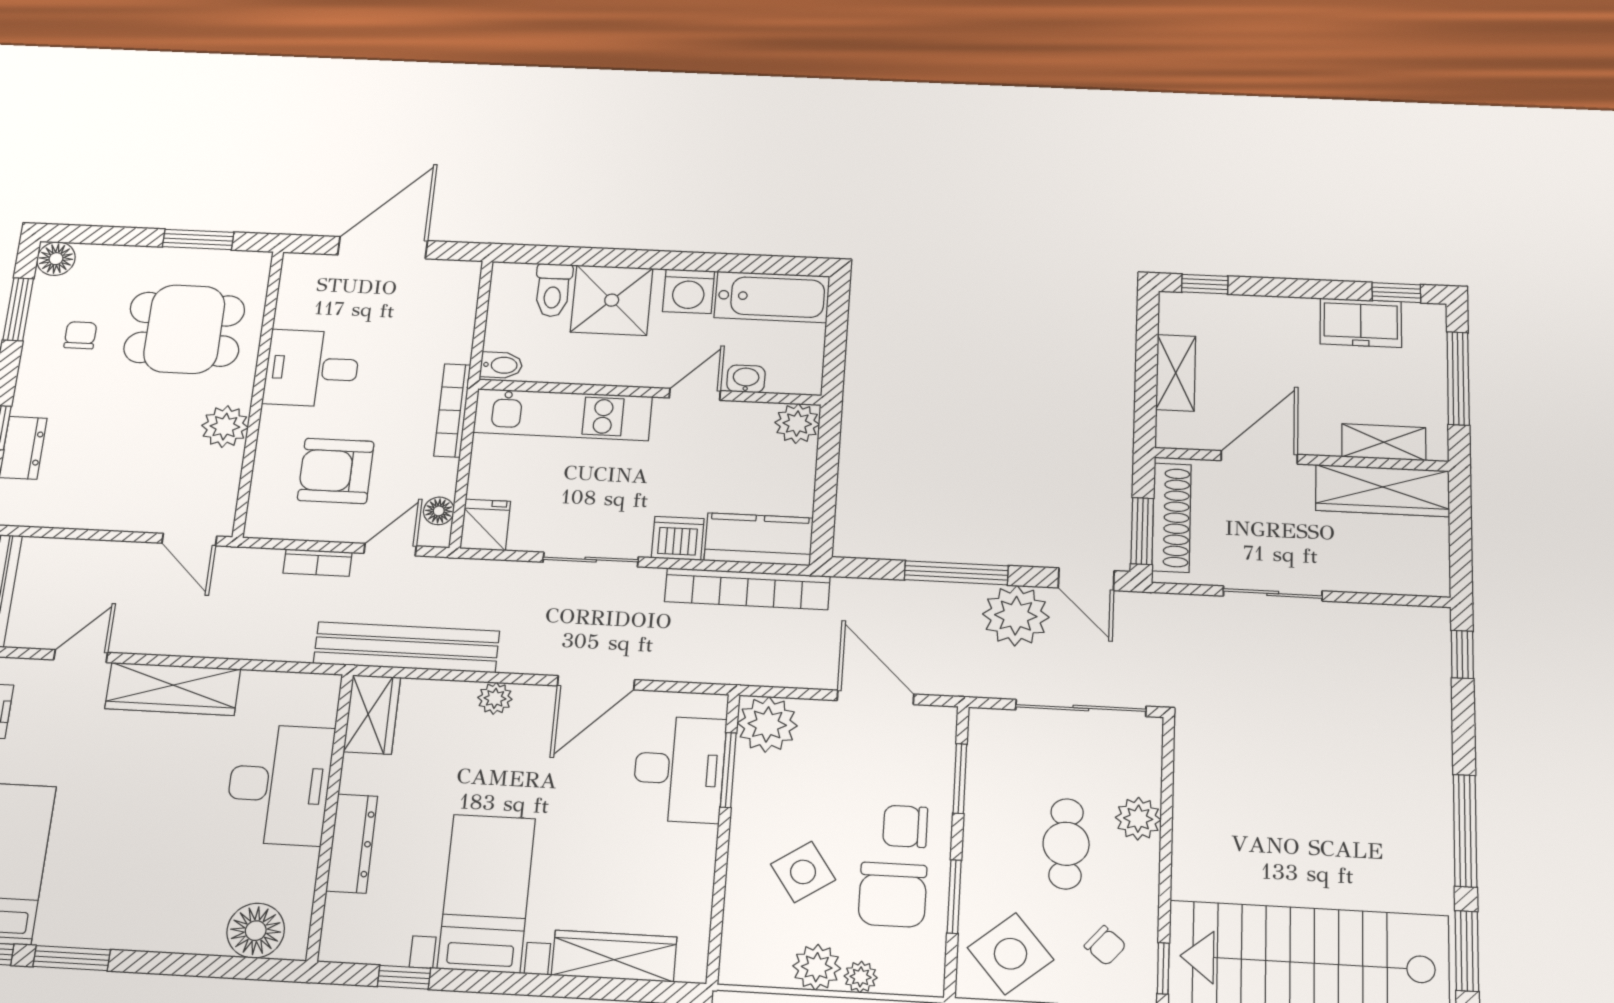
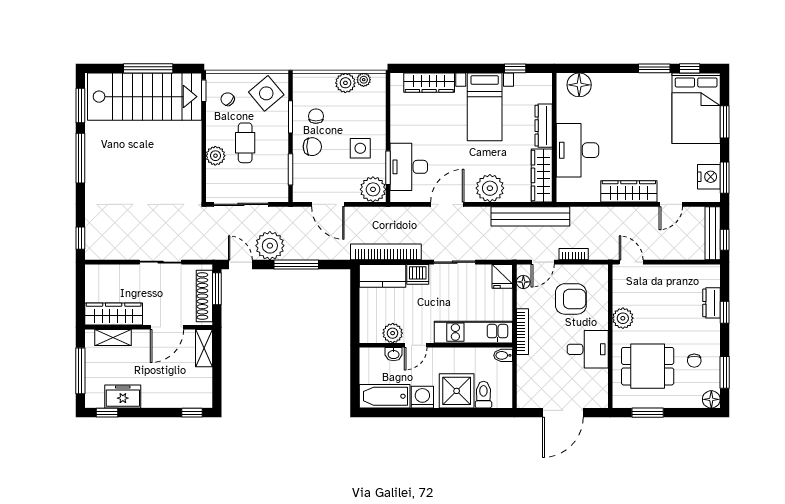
shelving: (1176, 373) -> (204, 348), moved
plant: (797, 424) -> (393, 333), moved
plant: (495, 698) -> (490, 188), width x1.88, depth x1.88
wardrobe: (372, 714) -> (542, 175), width x1.50
side table: (803, 872) -> (360, 148), moved, turned 34
chair: (893, 895) -> (316, 116), width x0.54, depth x0.54
plant: (861, 977) -> (364, 80), moved

